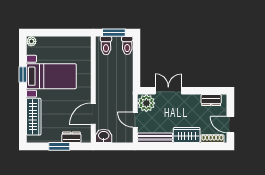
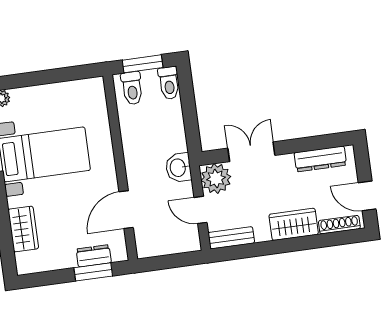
dresser: (211, 100) -> (320, 159), width x1.44
wardrobe: (34, 117) -> (23, 229), width x0.67
washbasin: (104, 136) -> (178, 168), moved, turned -90
bench: (155, 138) -> (231, 238), width x0.73
window: (59, 146) -> (93, 272), moved

